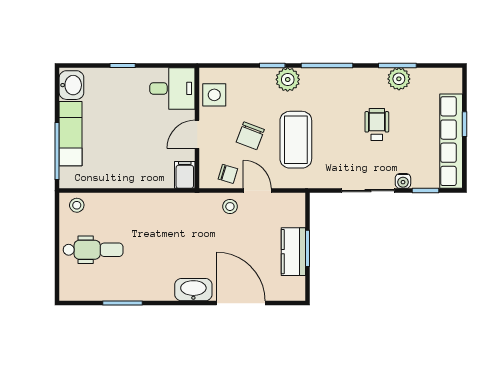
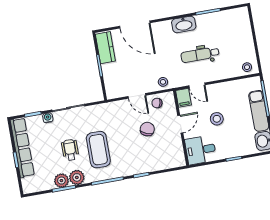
plant: (288, 79) -> (77, 177), moved
side table: (214, 95) -> (174, 150), removed
wheelchair: (377, 124) -> (70, 150), turned 180
stool: (138, 133) -> (217, 119), added
coffee table: (296, 140) -> (98, 150), moved
door: (160, 191) -> (197, 85), added
stool: (230, 207) -> (163, 82), moved
dental chair: (93, 250) -> (200, 55), moved
kitchen counter: (293, 252) -> (105, 48), moved
washbasin: (193, 290) -> (184, 24), moved

